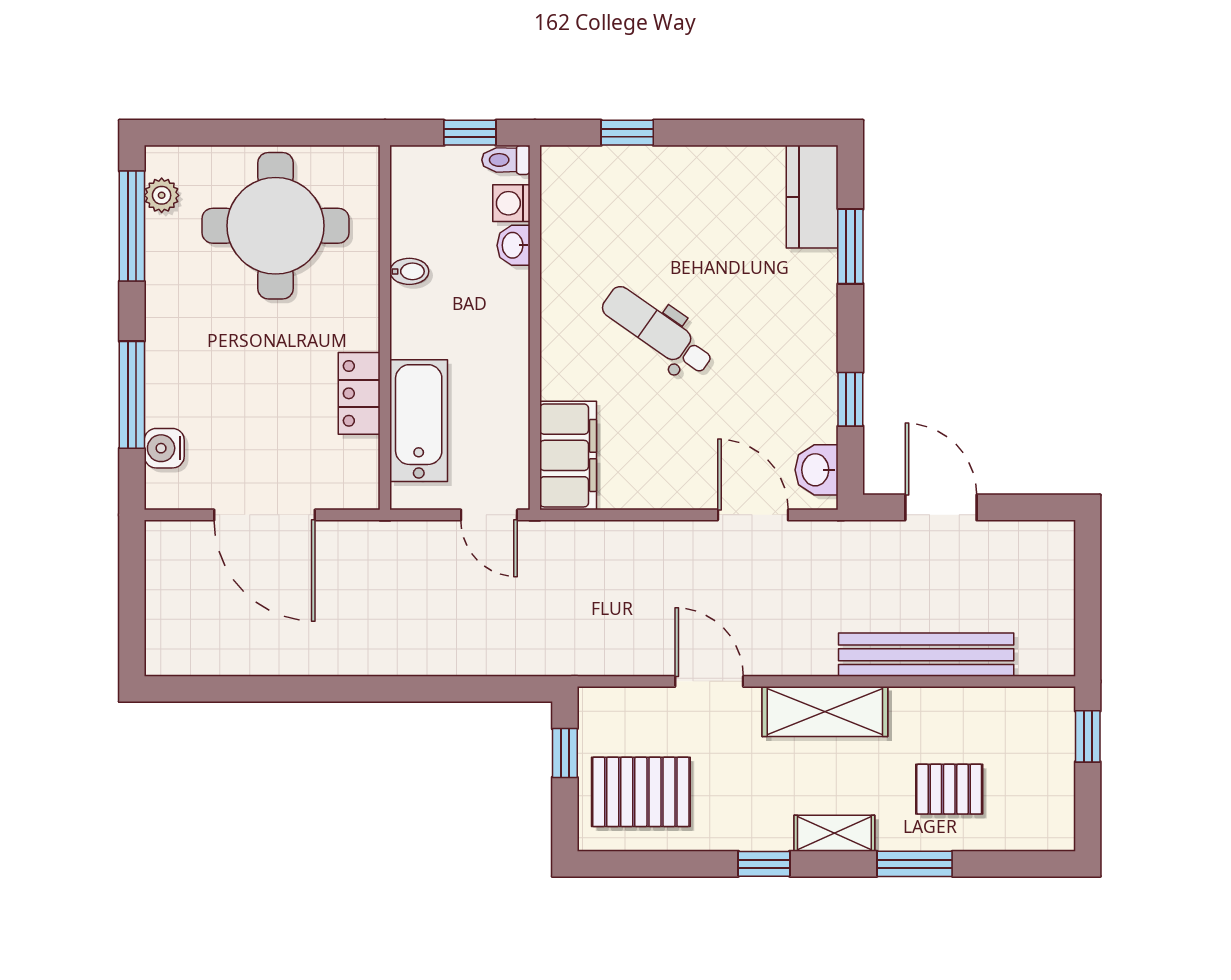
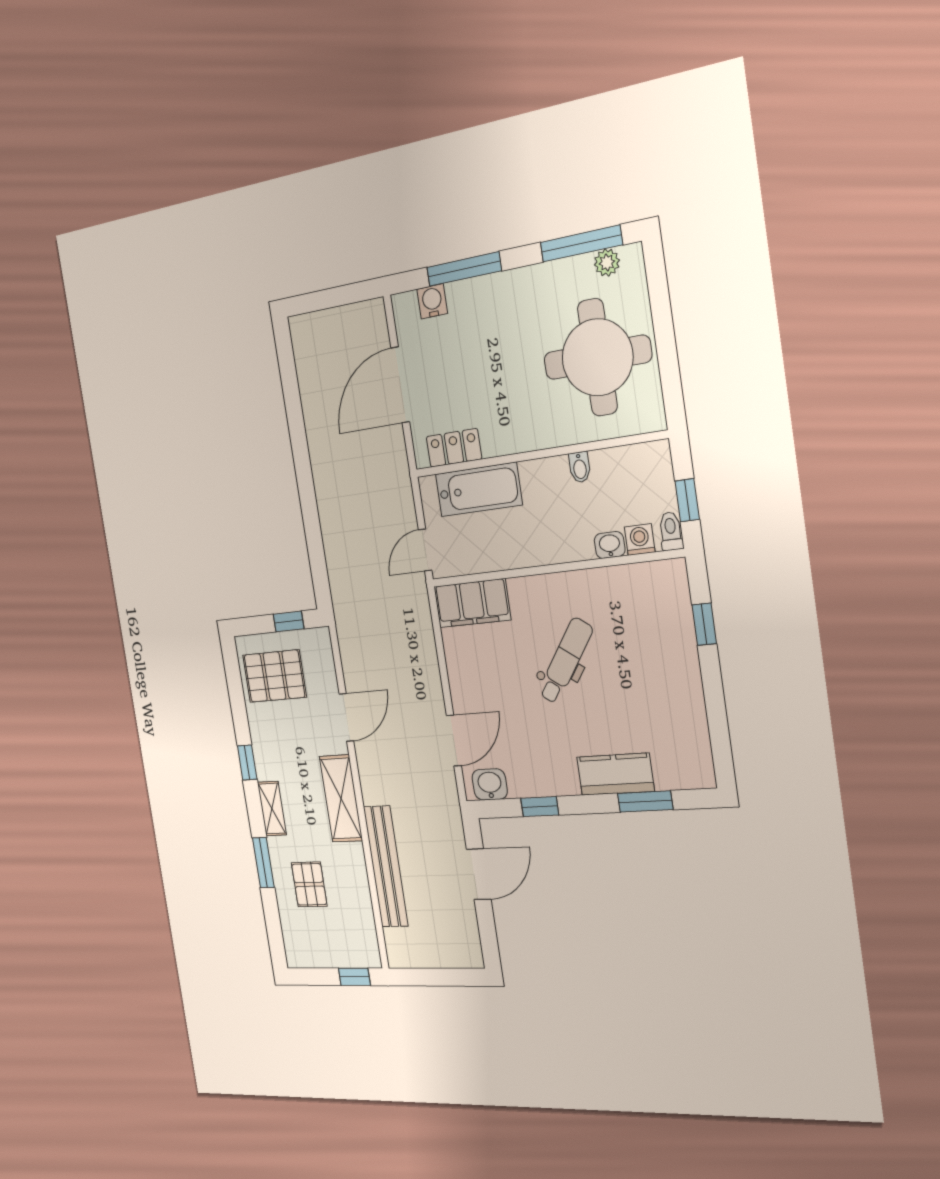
kitchen counter: (812, 197) -> (615, 774), moved
locker: (359, 393) -> (454, 448), moved
pallet: (641, 792) -> (274, 676), turned 90

